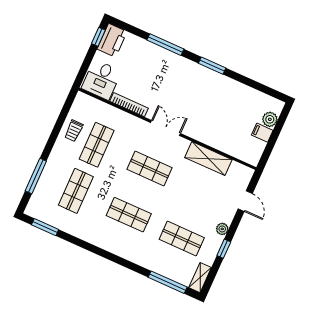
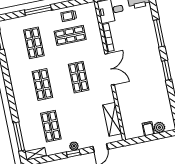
double door: (165, 128) -> (110, 69), width x1.37
shelving: (208, 159) -> (112, 119), moved
window: (36, 176) -> (38, 10), moved
shop shelf: (76, 191) -> (34, 43), turned 90
window: (224, 249) -> (73, 153), moved

